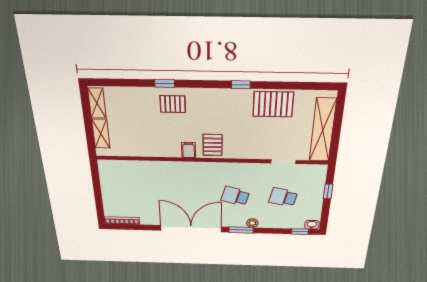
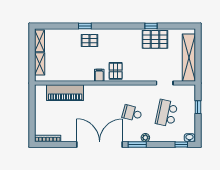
window: (241, 85) -> (151, 26), moved
piano: (141, 170) -> (65, 93), added
school desk: (283, 197) -> (167, 113), width x1.85

